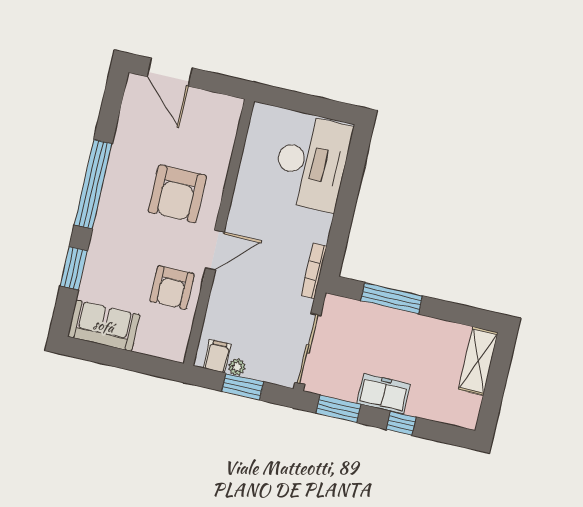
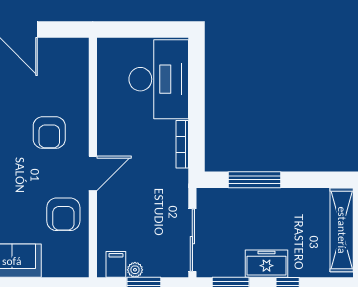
armchair: (177, 194) -> (49, 133), width x0.73, depth x0.73
bookcase: (314, 271) -> (182, 144), moved
shelving: (478, 361) -> (342, 230), width x1.47

